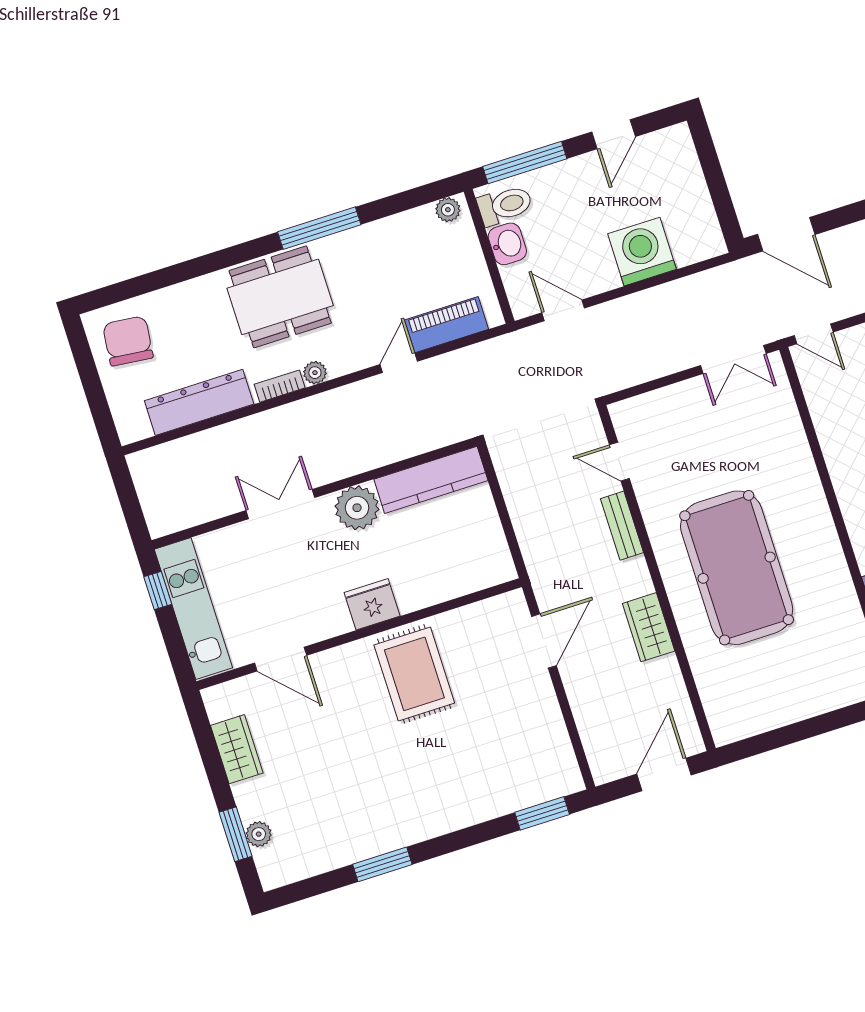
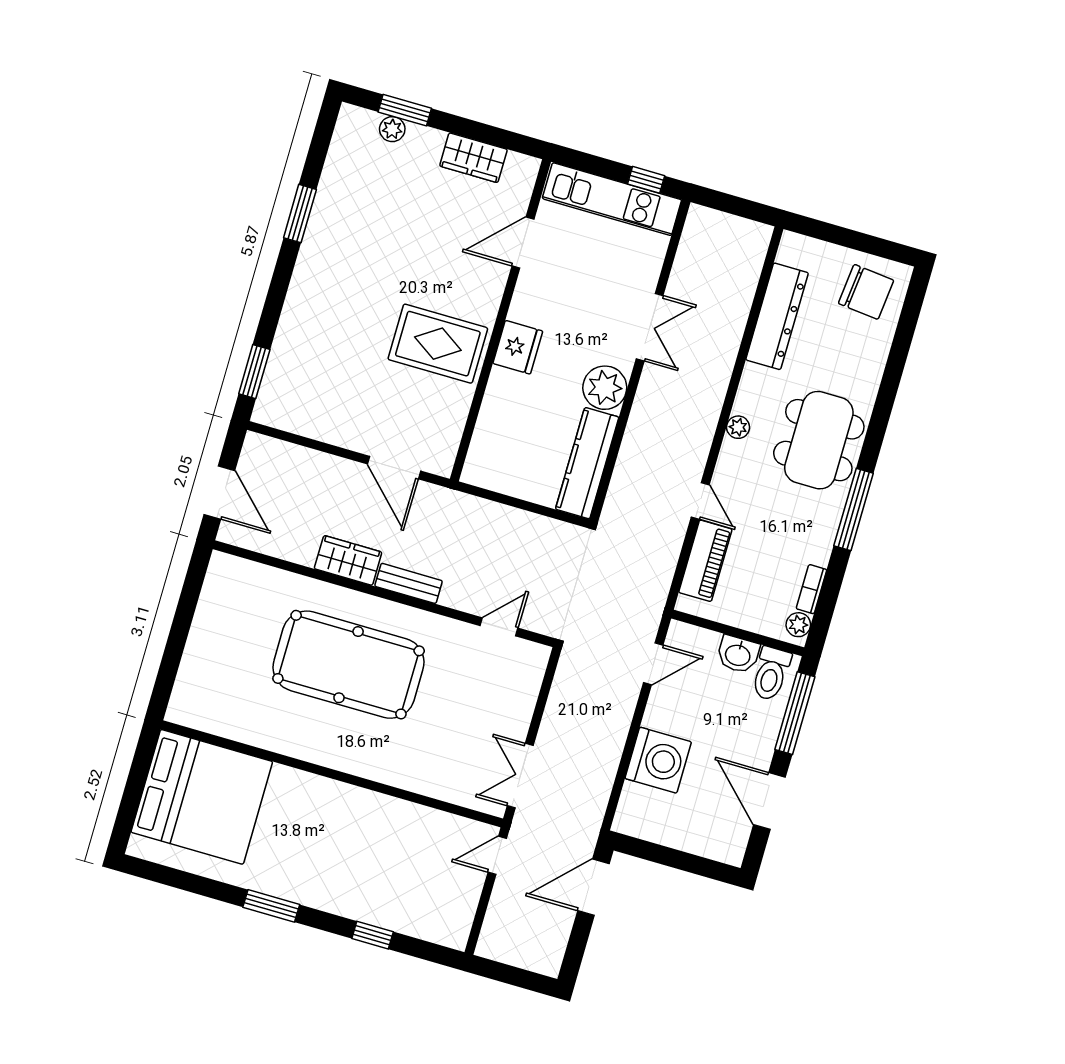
door: (614, 134) -> (769, 801), width x1.38
bookcase: (280, 386) -> (811, 589), moved, turned 180
bench: (622, 526) -> (409, 583), moved

